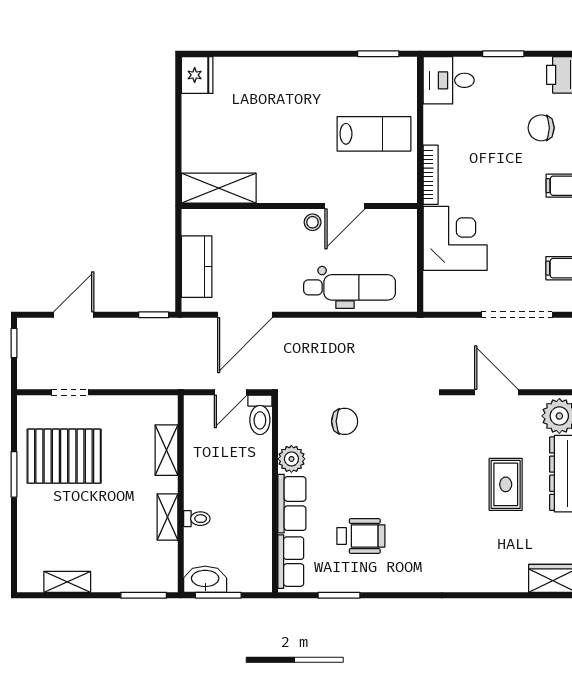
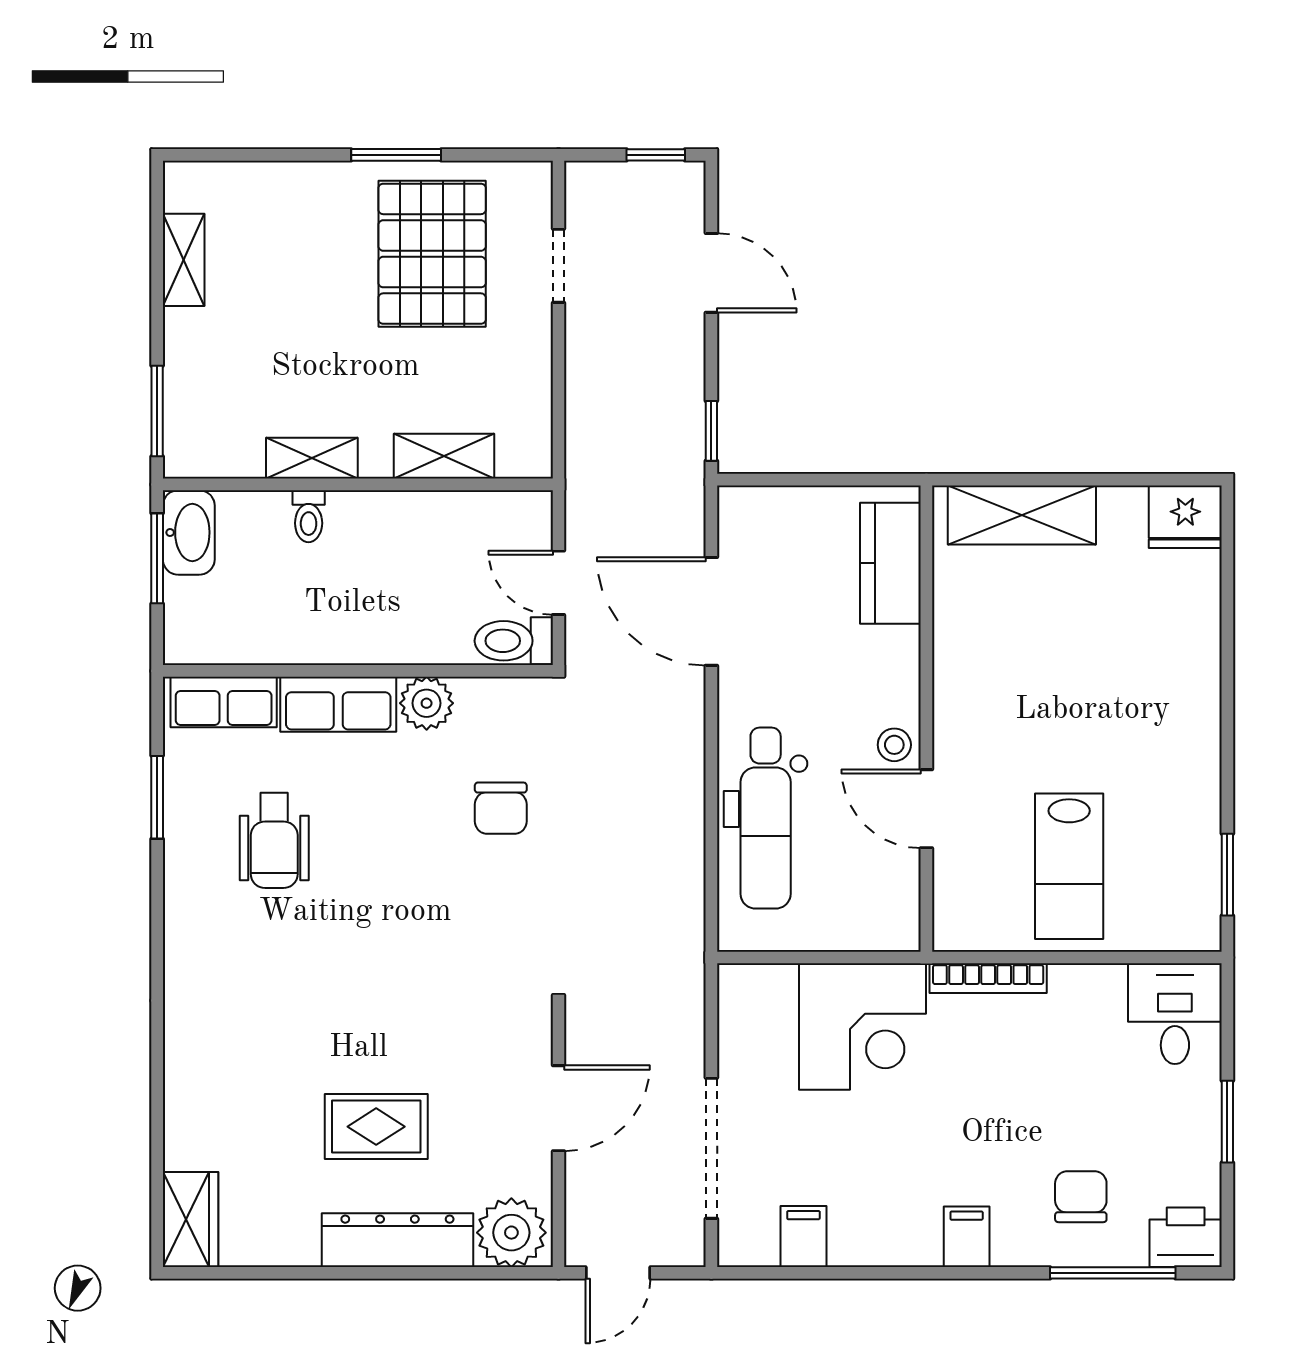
shelving: (219, 188) -> (1022, 515), moved, turned 90
kitchen counter: (197, 267) -> (890, 563), moved, turned 90

